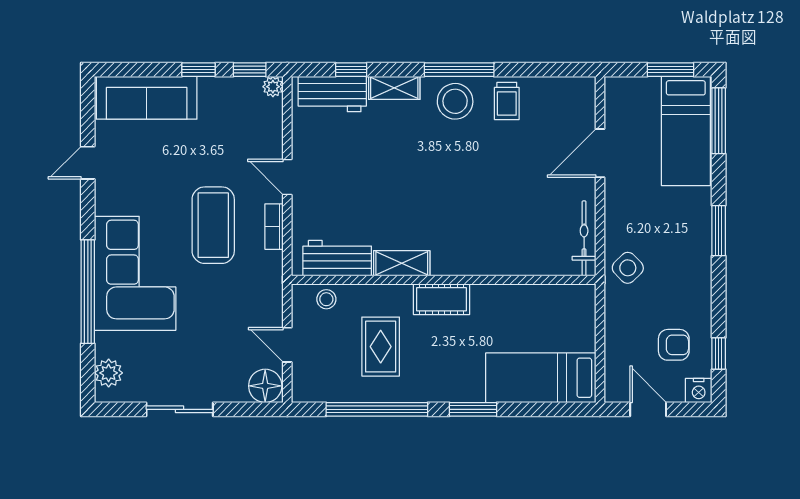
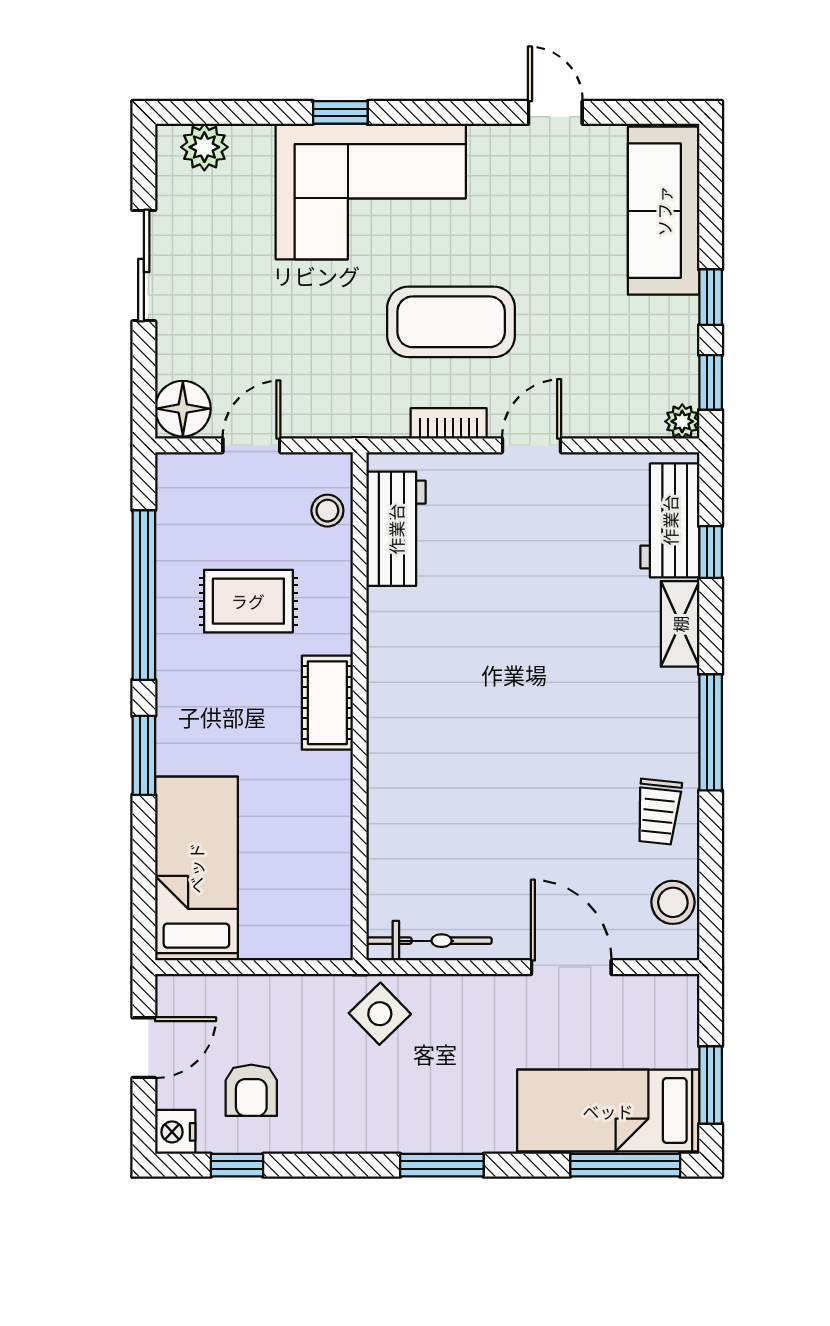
stool: (455, 101) -> (673, 902), moved, width x0.73, depth x0.73
trolley: (507, 101) -> (658, 812), turned -84
shelving: (402, 263) -> (388, 636), removed
window: (88, 292) -> (340, 112), width x0.32

